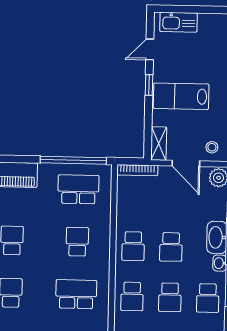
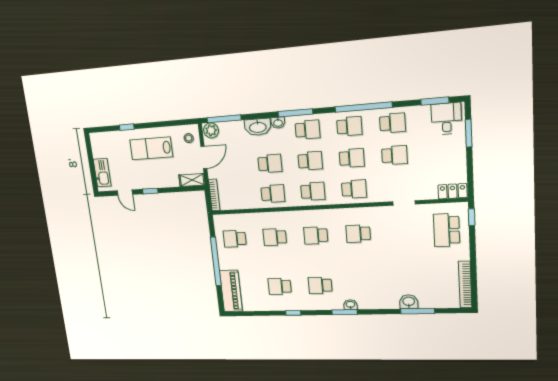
lab bench: (181, 96) -> (151, 148), moved, turned 90
window: (73, 160) -> (216, 261), moved
school desk: (78, 189) -> (235, 239), width x0.54
school desk: (76, 294) -> (316, 235), width x0.54

